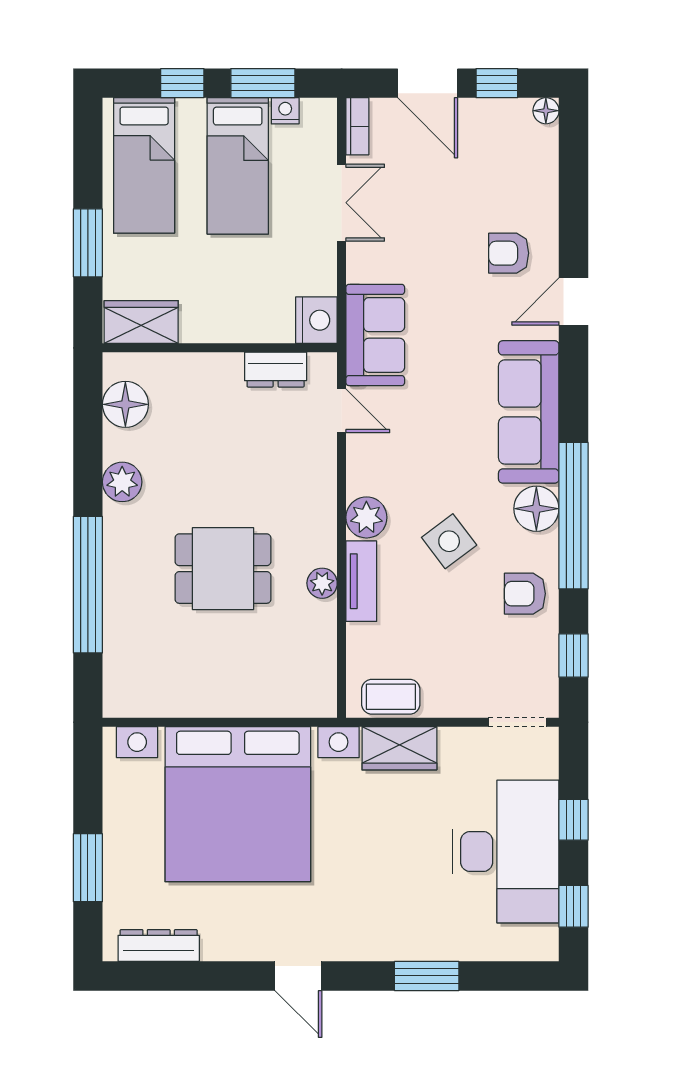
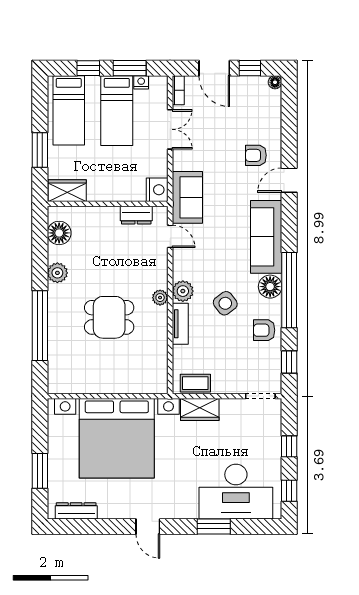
plant: (322, 583) -> (160, 298), moved
desk: (506, 851) -> (236, 492), moved, turned 90

